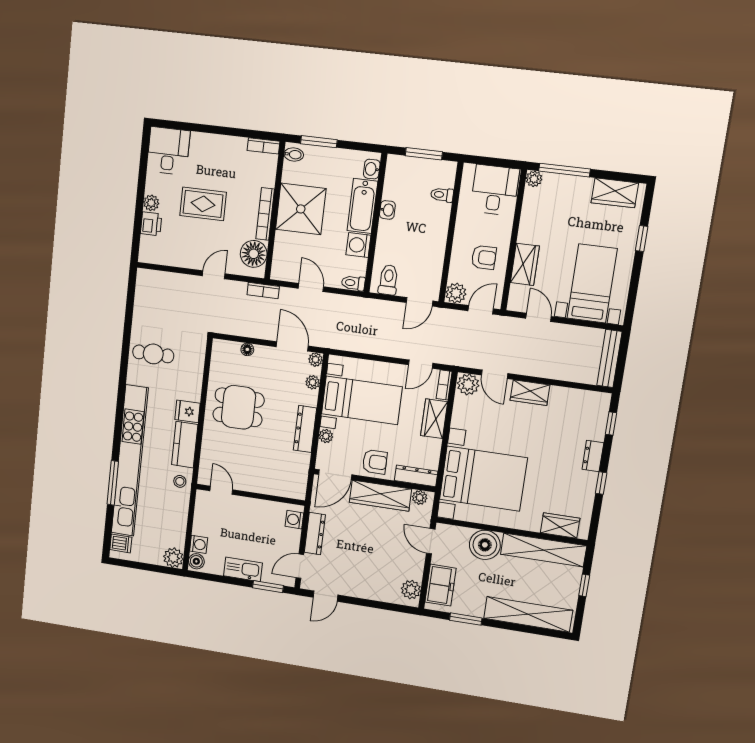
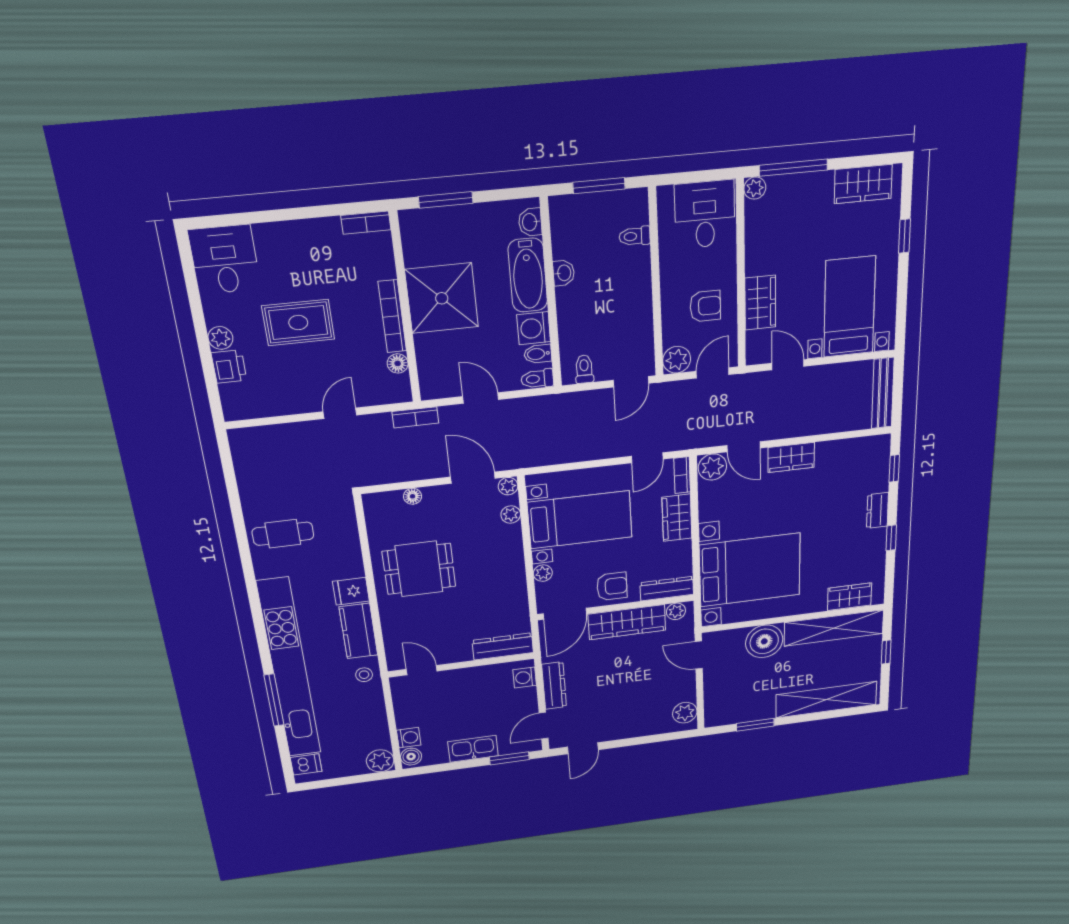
bidet: (294, 155) -> (538, 354), moved, turned 180
floor lamp: (254, 254) -> (398, 363), width x0.53, depth x0.53
toilet: (388, 280) -> (584, 369), width x0.73, depth x0.72
dresser: (305, 429) -> (503, 646), moved, turned 90
freezer: (441, 585) -> (719, 698), removed

